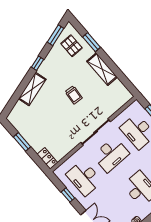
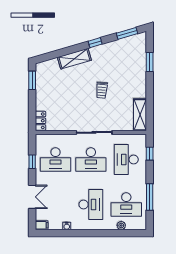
pallet: (72, 46) -> (132, 52), removed
shelving: (102, 69) -> (140, 115), moved
window: (22, 142) -> (32, 80), moved
desk: (84, 178) -> (55, 160), turned -90

